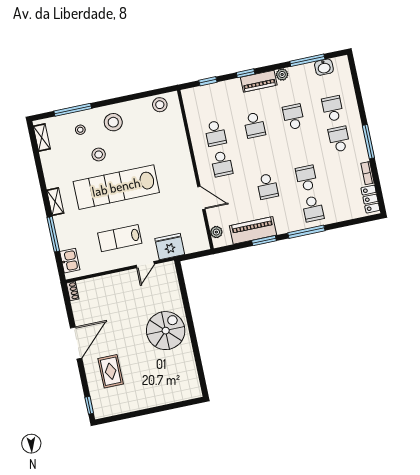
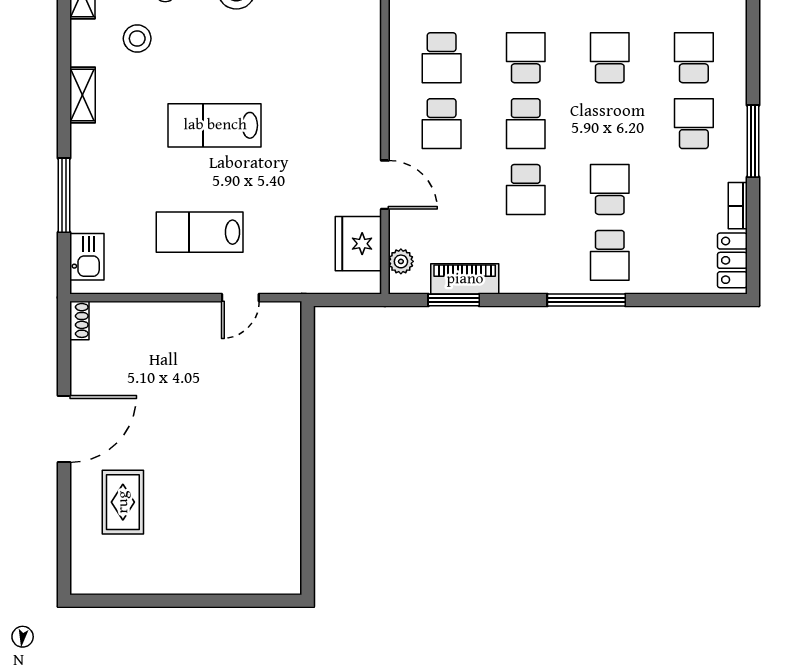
school desk: (254, 125) -> (526, 58), turned 180
stool: (99, 154) -> (137, 39), moved
school desk: (261, 156) -> (526, 124), added
lab bench: (116, 187) -> (215, 125), width x0.54, depth x0.72
shelving: (55, 202) -> (83, 95), moved
piano: (253, 230) -> (465, 279), width x0.73, depth x0.75
window: (264, 241) -> (454, 300), moved
fridge: (170, 247) -> (358, 244), moved, turned -90
spiral stairs: (166, 331) -> (254, 442), removed
window: (89, 405) -> (64, 563), removed

